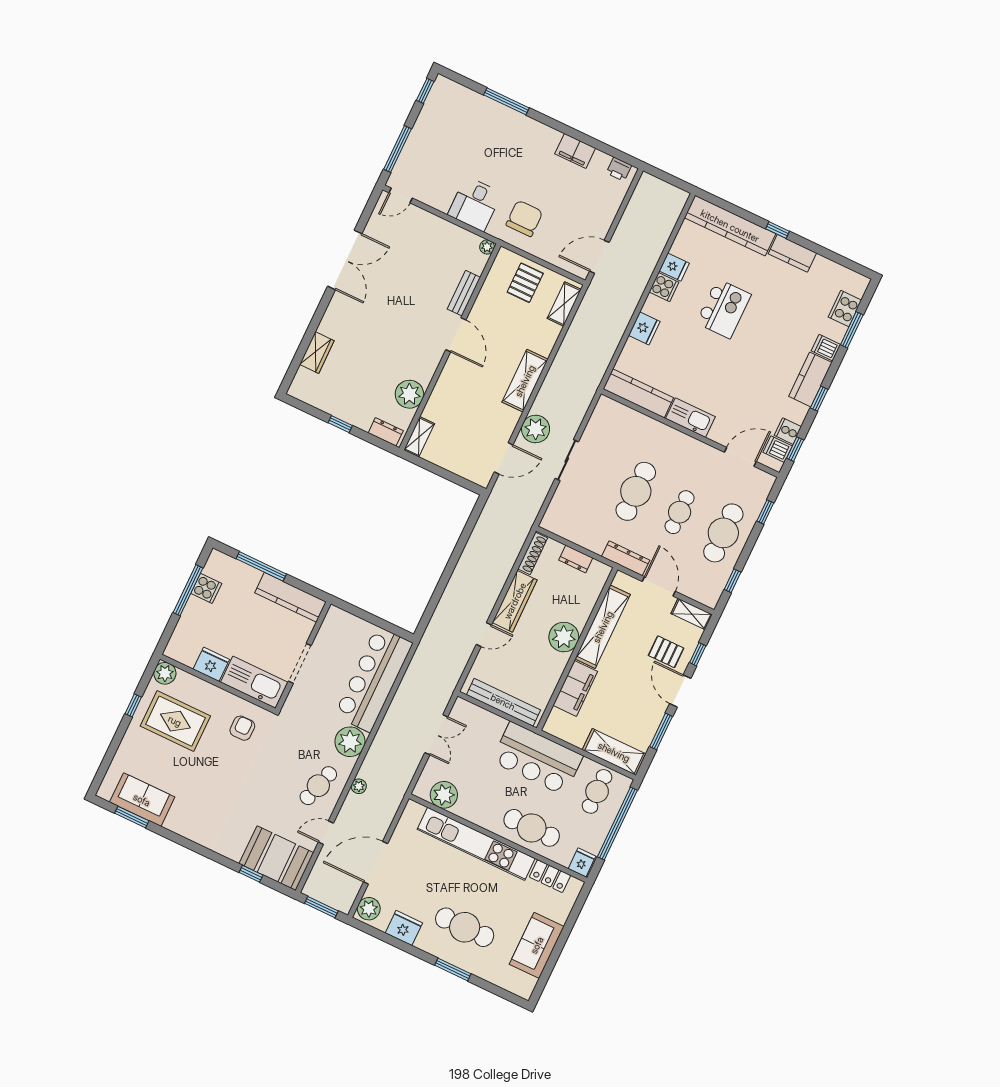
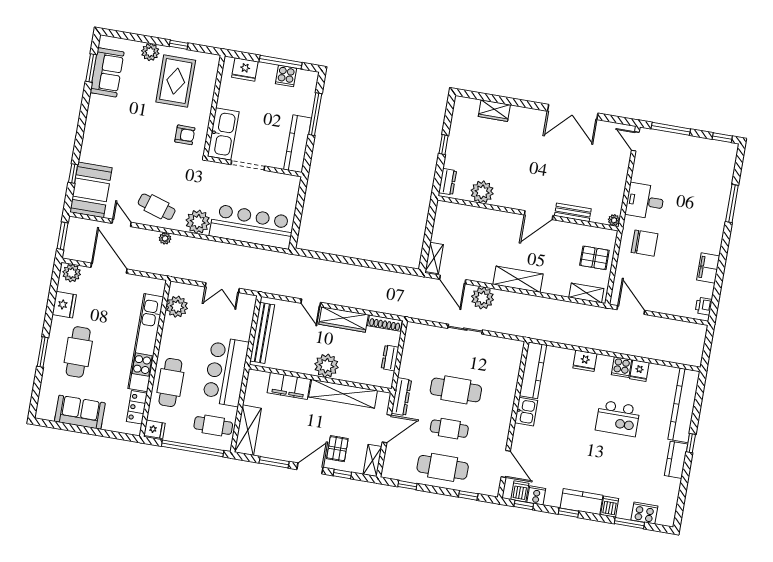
kitchen sink: (690, 418) -> (526, 412), width x0.73
shelving: (419, 437) -> (434, 258), moved, turned 90
fridge: (211, 664) -> (245, 69), moved, turned 90
plant: (165, 673) -> (150, 52), moved

